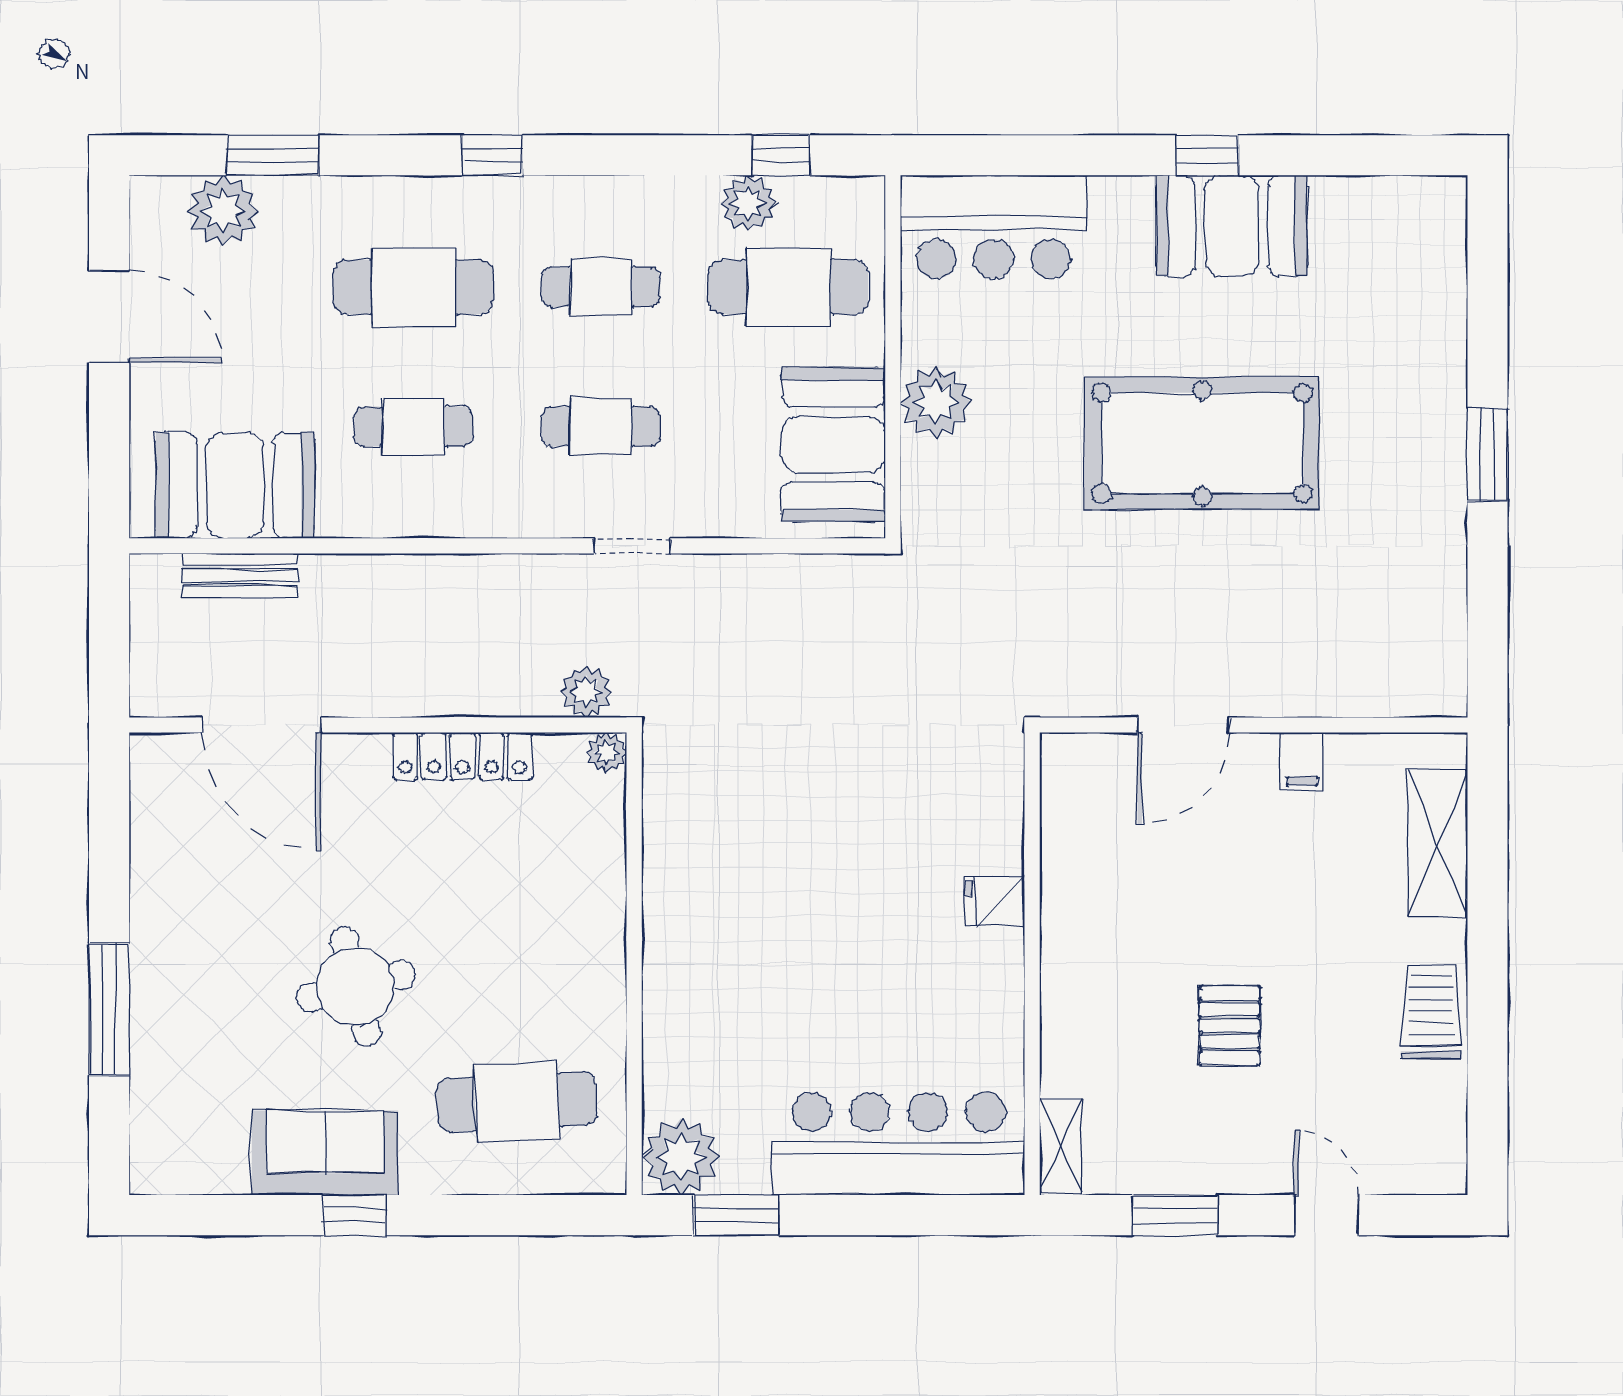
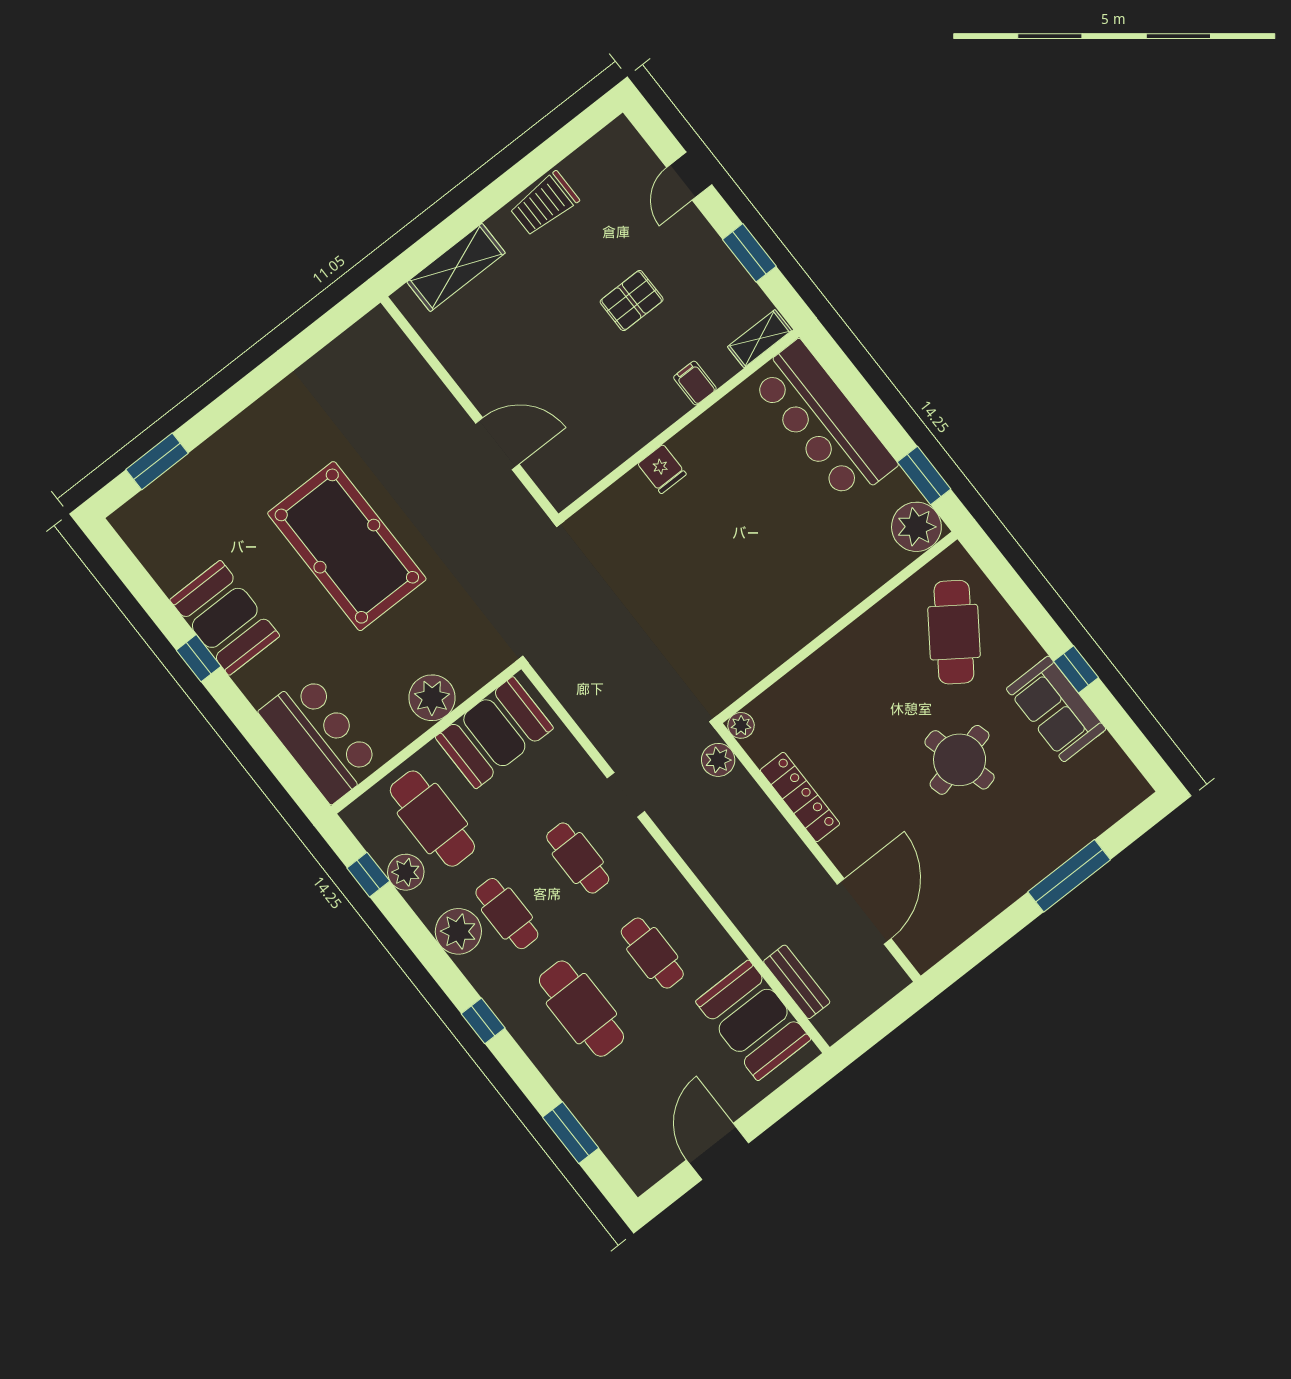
plant: (223, 211) -> (458, 931), moved
window: (1487, 454) -> (157, 461), moved
filing cabinet: (1302, 761) -> (695, 383), moved, turned -90
cafe table: (517, 1102) -> (954, 632), turned 38

